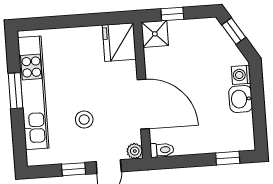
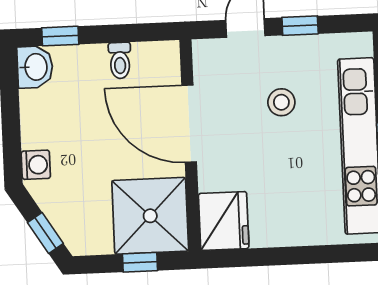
shower: (155, 34) -> (150, 216), width x1.86, depth x1.86
washbasin: (241, 99) -> (35, 67), moved
toilet: (162, 150) -> (120, 61), moved, turned -90
plant: (135, 151) -> (204, 51), removed

